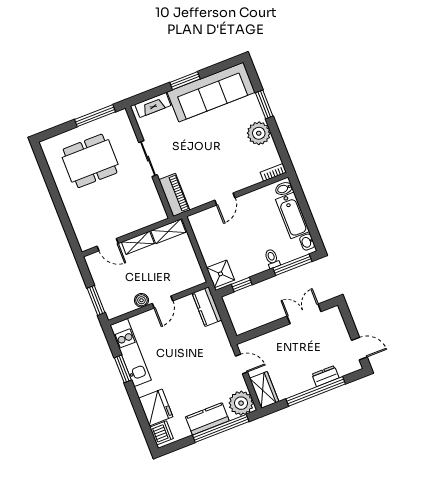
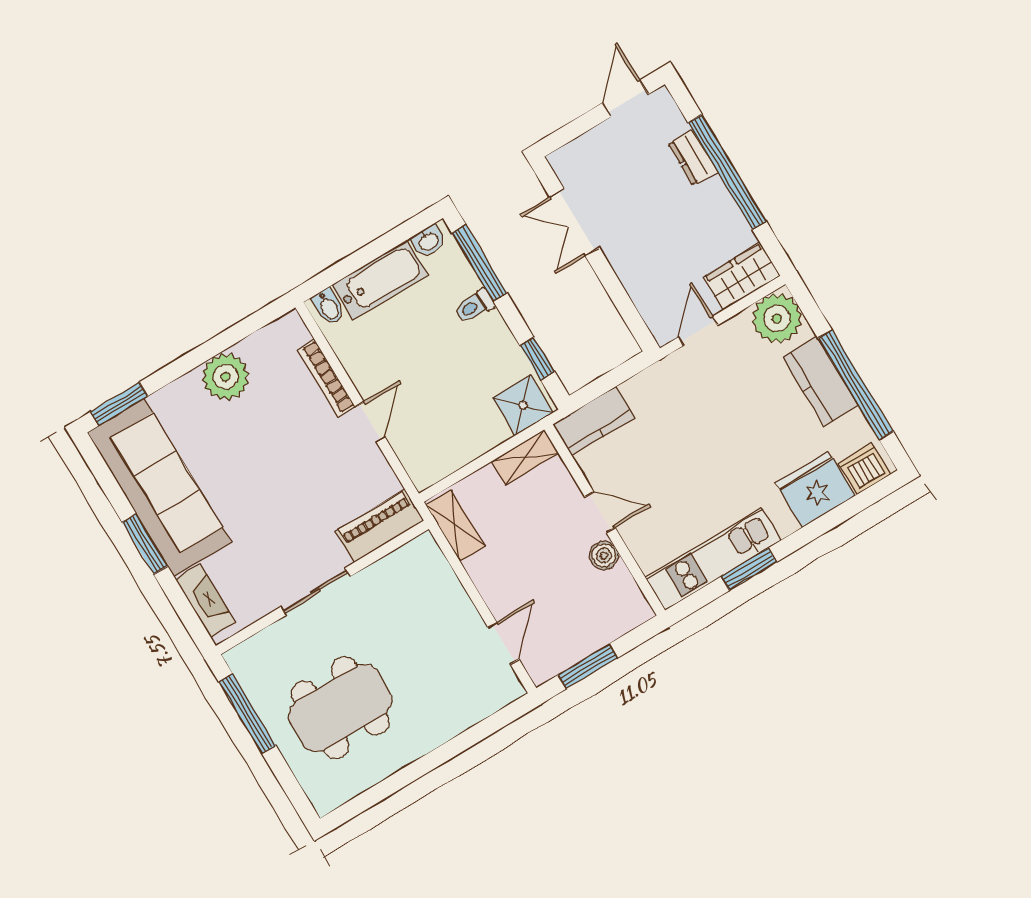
window: (264, 104) -> (119, 404), moved
dining table: (90, 161) -> (340, 708), turned 90
bookcase: (273, 172) -> (326, 378), moved, width x1.56
door: (225, 199) -> (370, 422), hinge flipped
shelving: (138, 243) -> (525, 457), moved, turned 90
window: (96, 300) -> (588, 666), moved
window: (221, 428) -> (856, 385), moved

